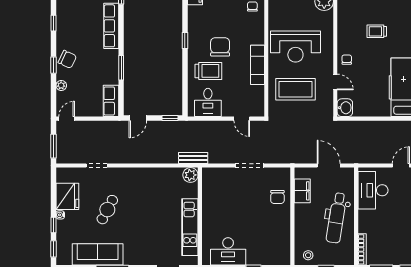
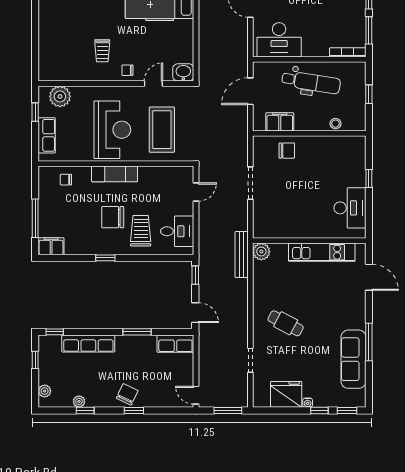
trolley: (377, 31) -> (102, 51), moved
exam couch: (257, 65) -> (115, 174), moved
plant: (61, 85) -> (79, 401), moved
bench: (193, 158) -> (242, 255), width x1.36
cafe table: (107, 210) -> (286, 323), moved
stool: (308, 255) -> (336, 124), moved

